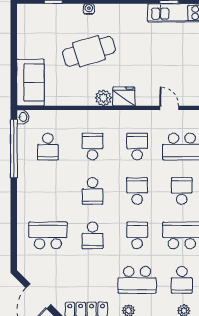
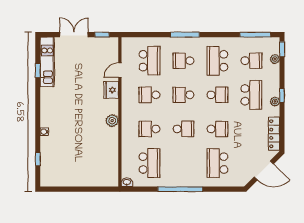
cafe table: (89, 51) -> (77, 132), removed
sofa: (31, 83) -> (101, 176), removed
fridge: (124, 96) -> (111, 90), moved
school desk: (48, 147) -> (149, 163), width x1.85
window: (14, 149) -> (180, 189), moved
school desk: (137, 235) -> (217, 95), turned 180

